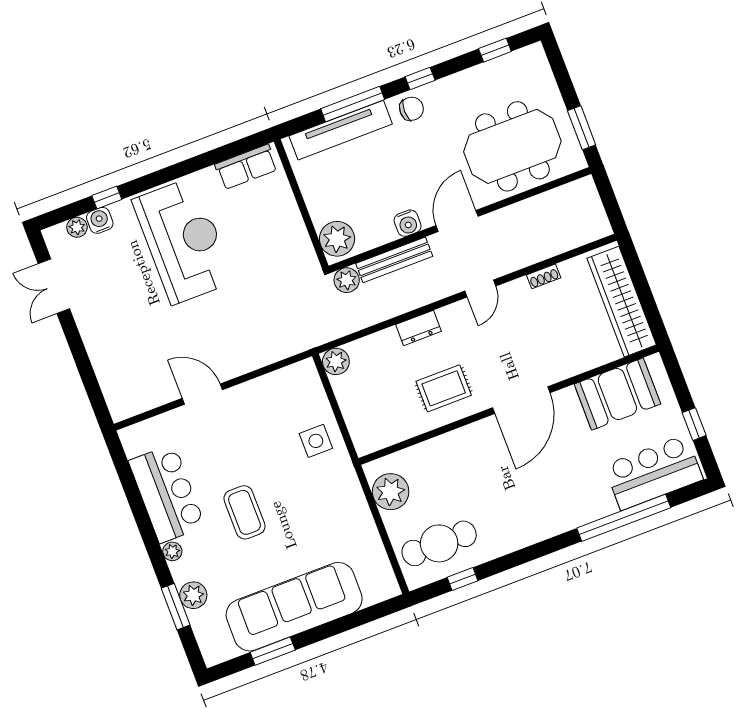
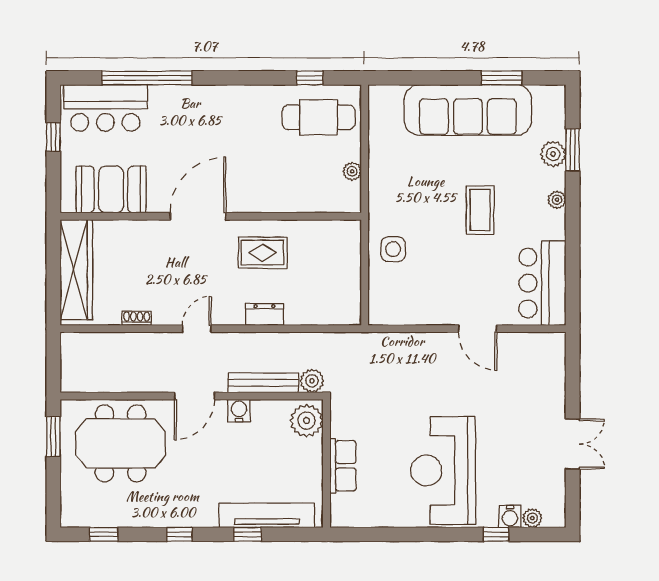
window: (353, 104) -> (248, 534), width x0.46
chair: (411, 109) -> (197, 510), removed
row of seats: (246, 167) -> (343, 466), moved, turned 90
double door: (54, 286) -> (573, 444), moved
plant: (336, 361) -> (349, 313), removed
plant: (391, 492) -> (352, 171), width x0.53, depth x0.53
bar counter: (167, 494) -> (542, 283), moved

